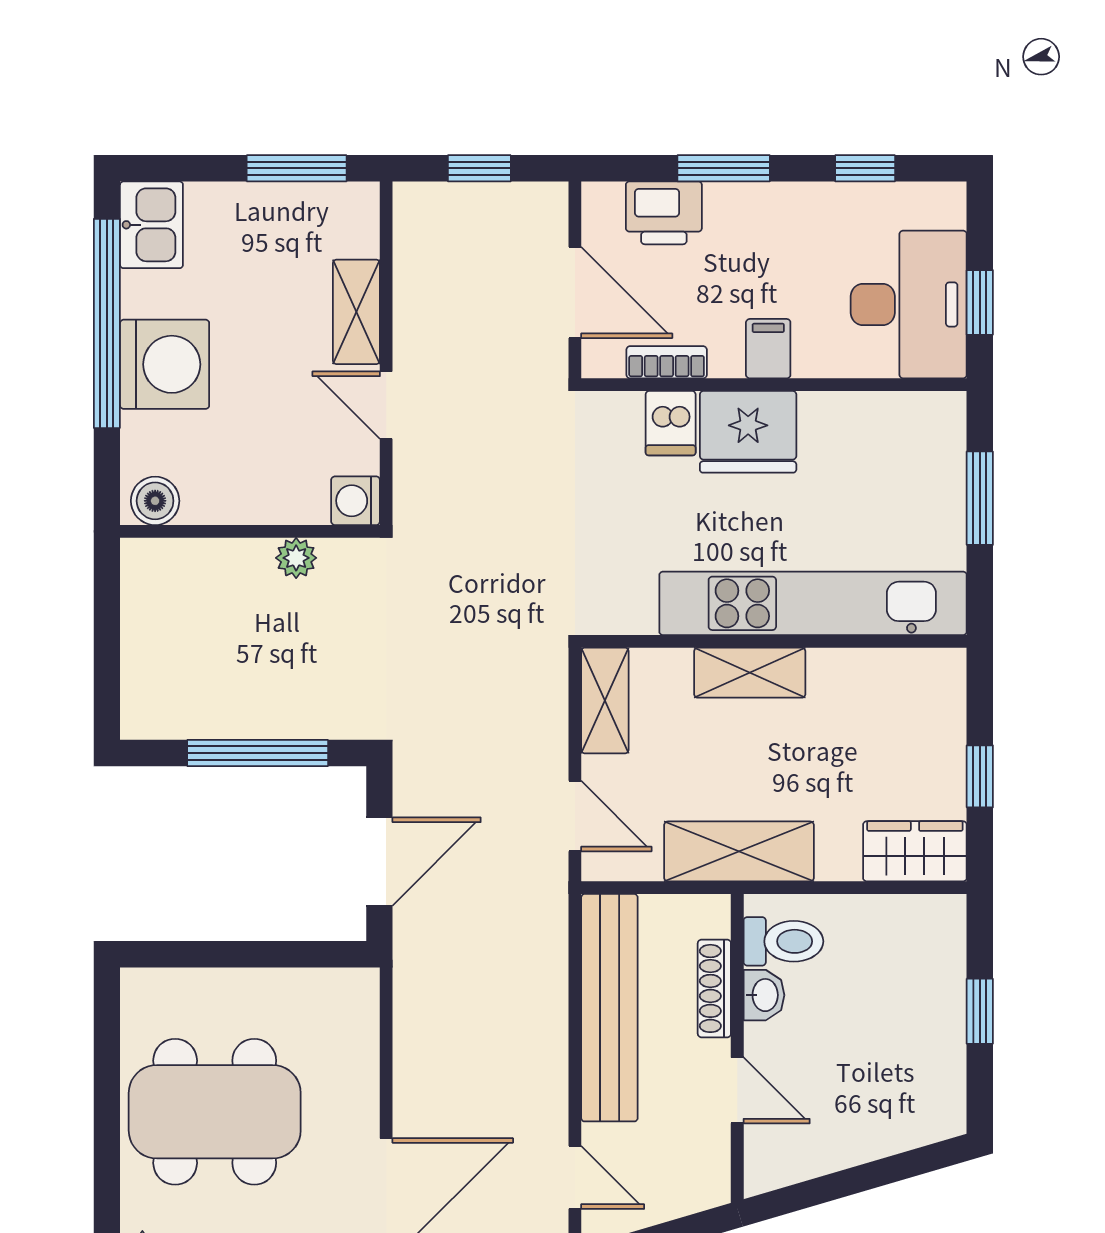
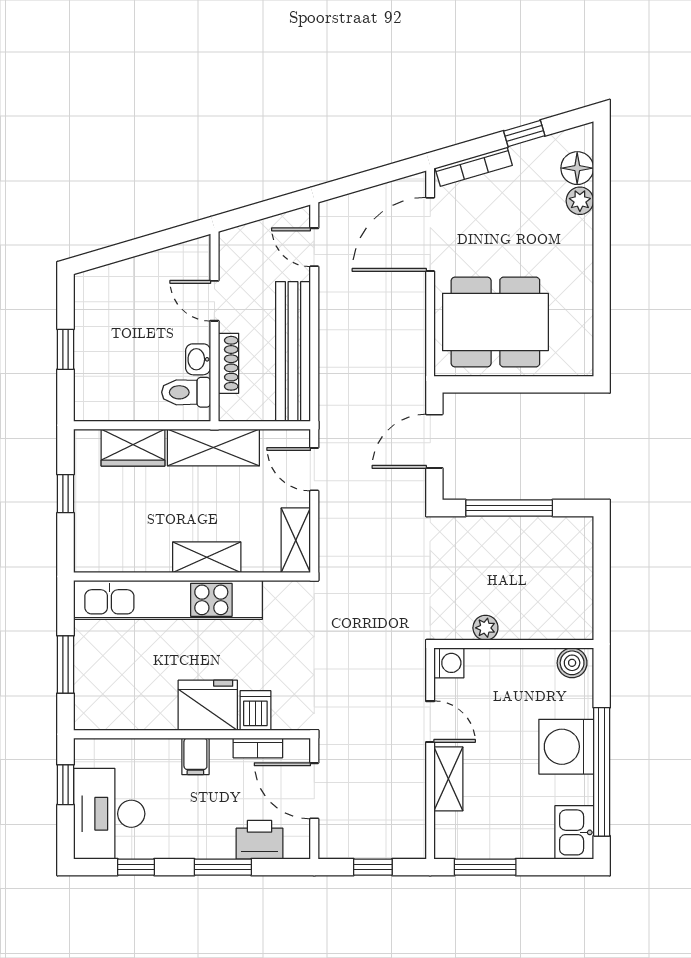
desk: (909, 304) -> (109, 814), moved
wardrobe: (915, 851) -> (133, 448), moved
dining table: (215, 1112) -> (495, 322), moved

